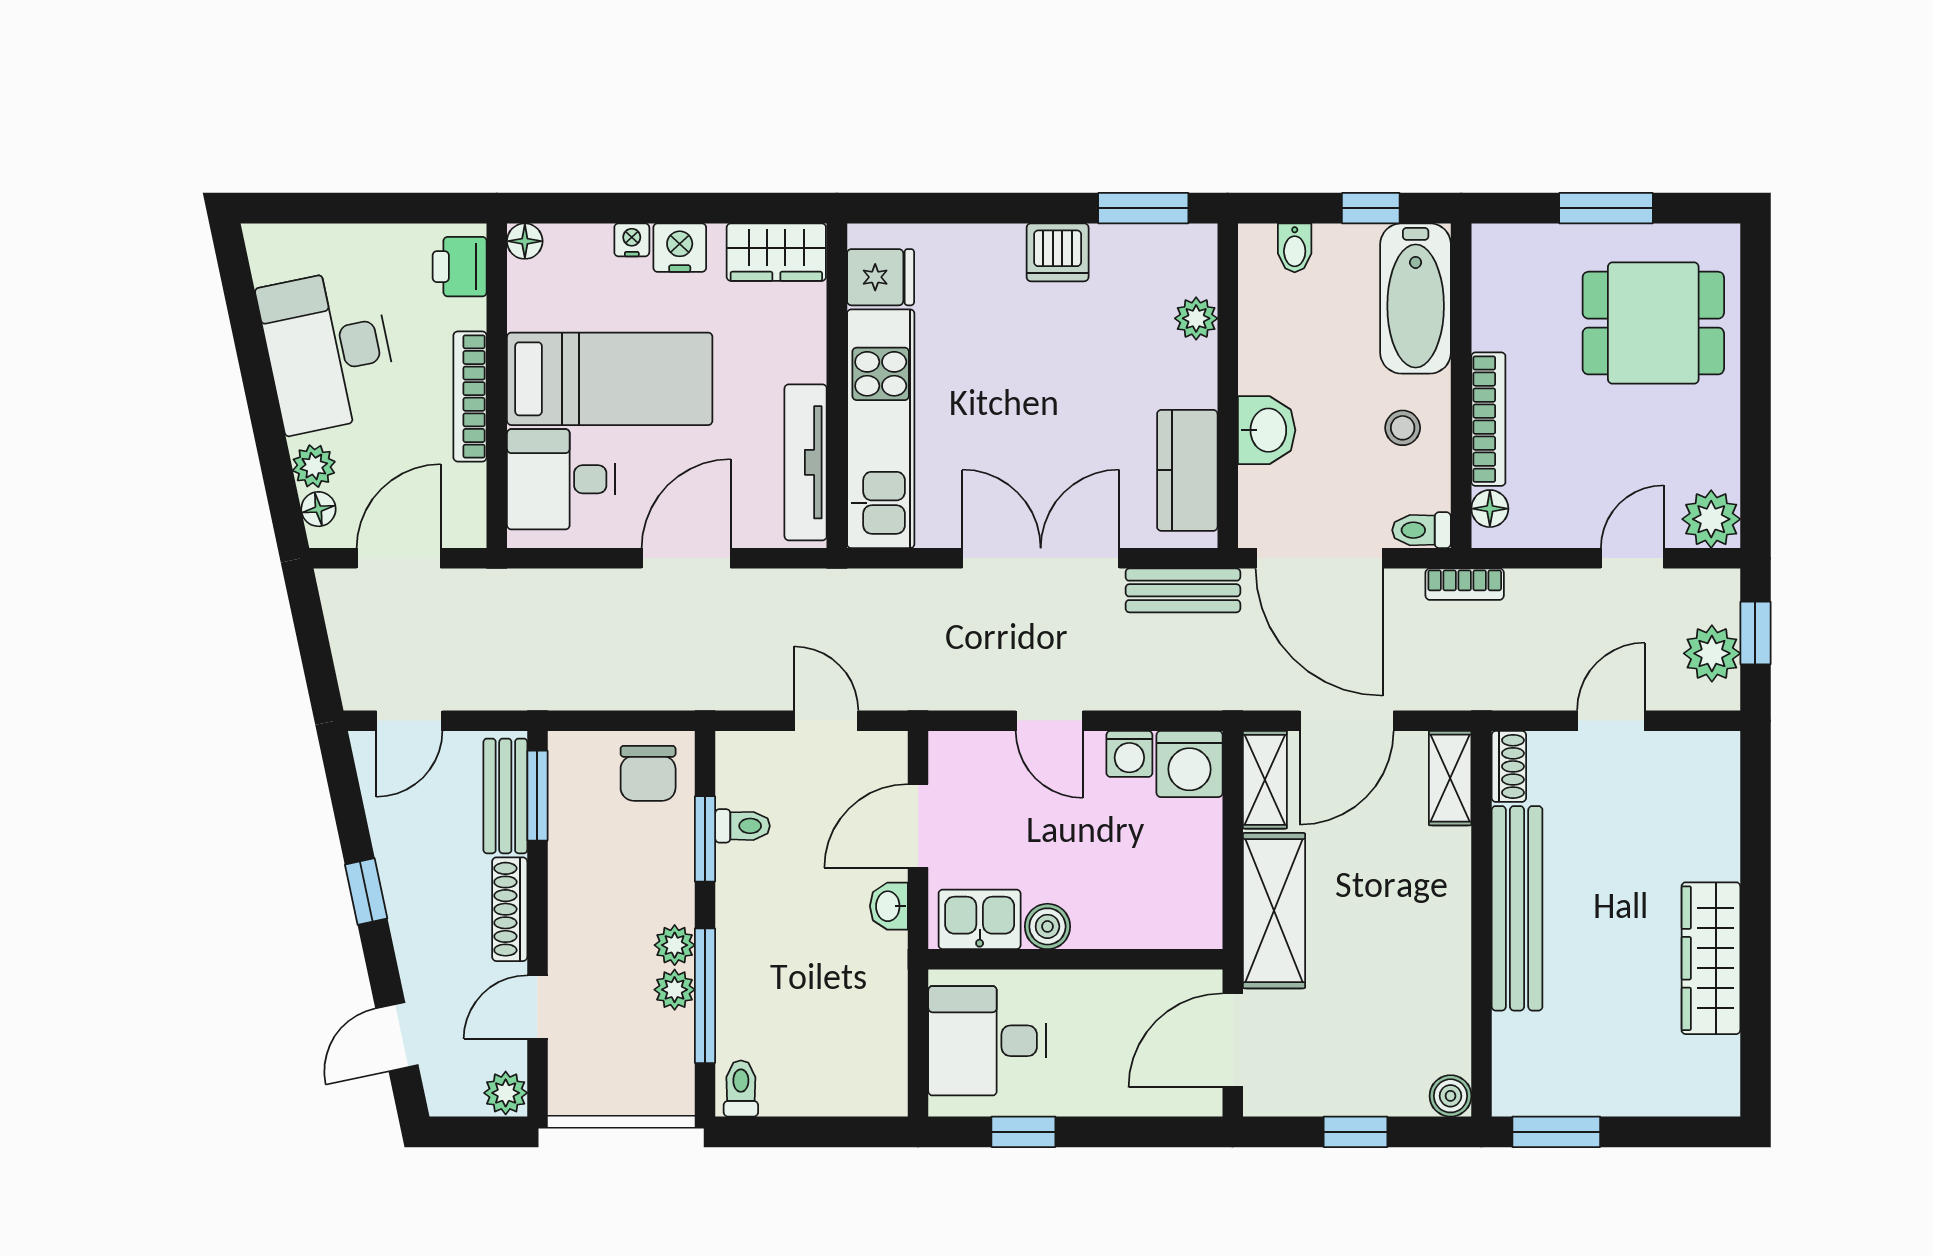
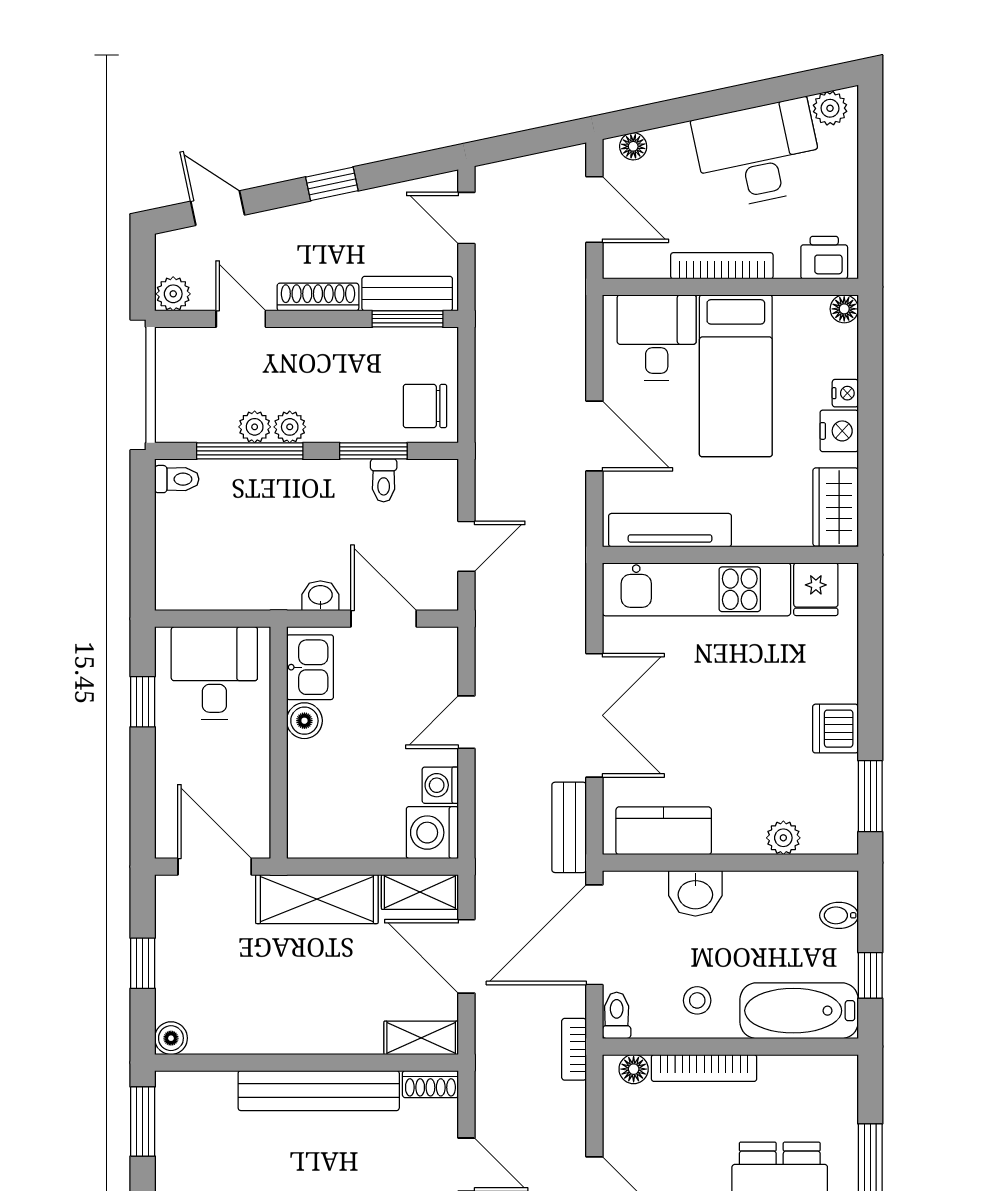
plant: (314, 466) -> (830, 108), moved

